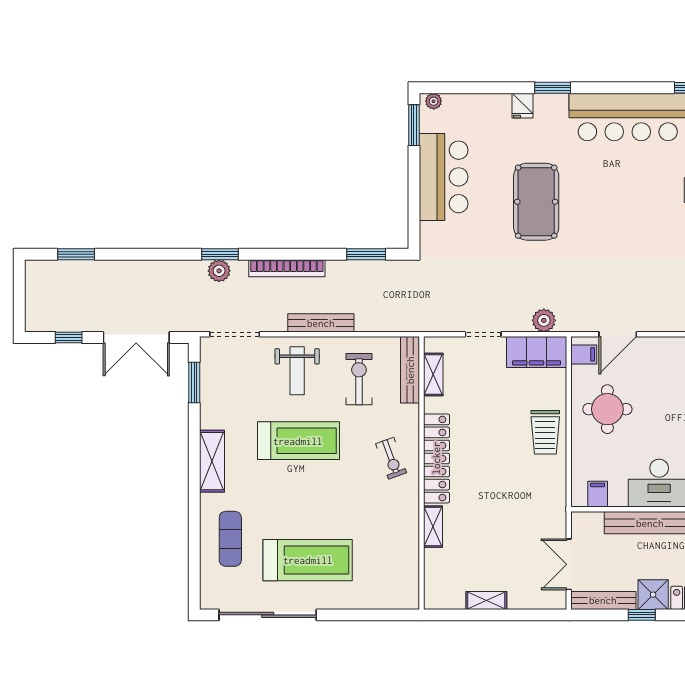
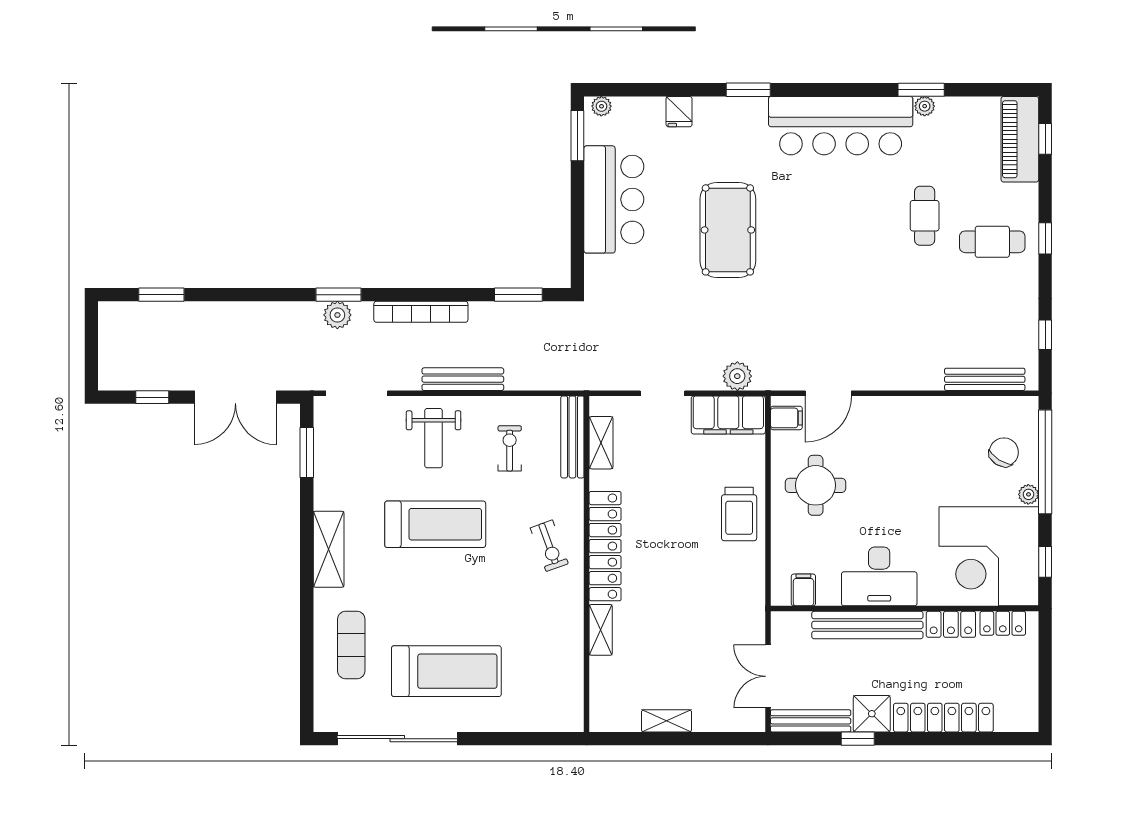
fridge: (522, 106) -> (679, 112), moved
exercise bike: (359, 379) -> (510, 448), width x0.73, depth x0.72

